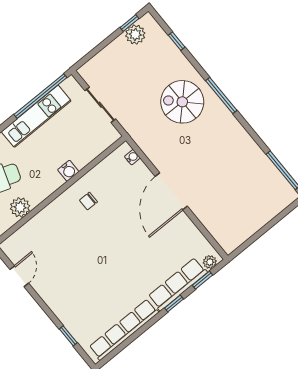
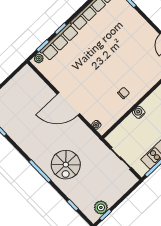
spiral stairs: (182, 102) -> (66, 165), turned 90
door: (171, 191) -> (68, 104), swing flipped

